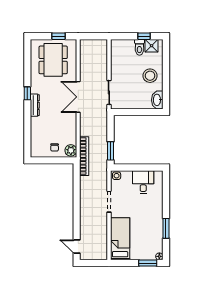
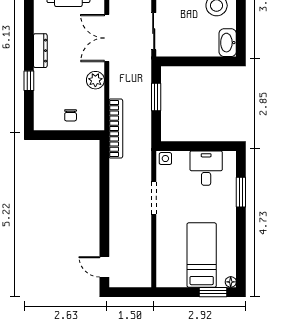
window: (27, 93) -> (29, 81), moved
plant: (71, 150) -> (95, 80), moved
window: (111, 151) -> (156, 97), moved
window: (166, 228) -> (241, 192), moved
bed: (120, 239) -> (202, 255), moved

